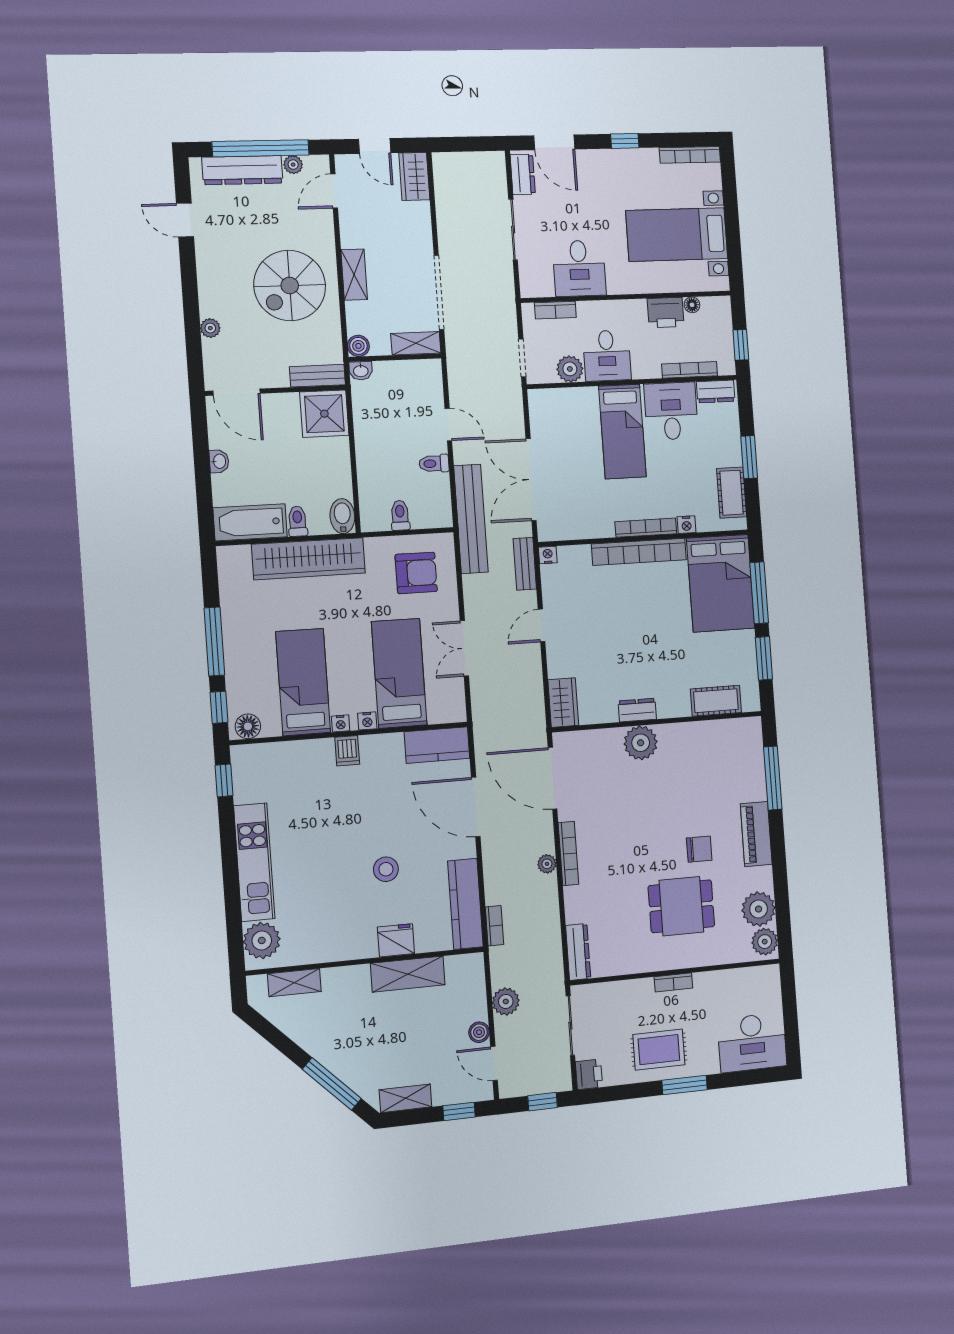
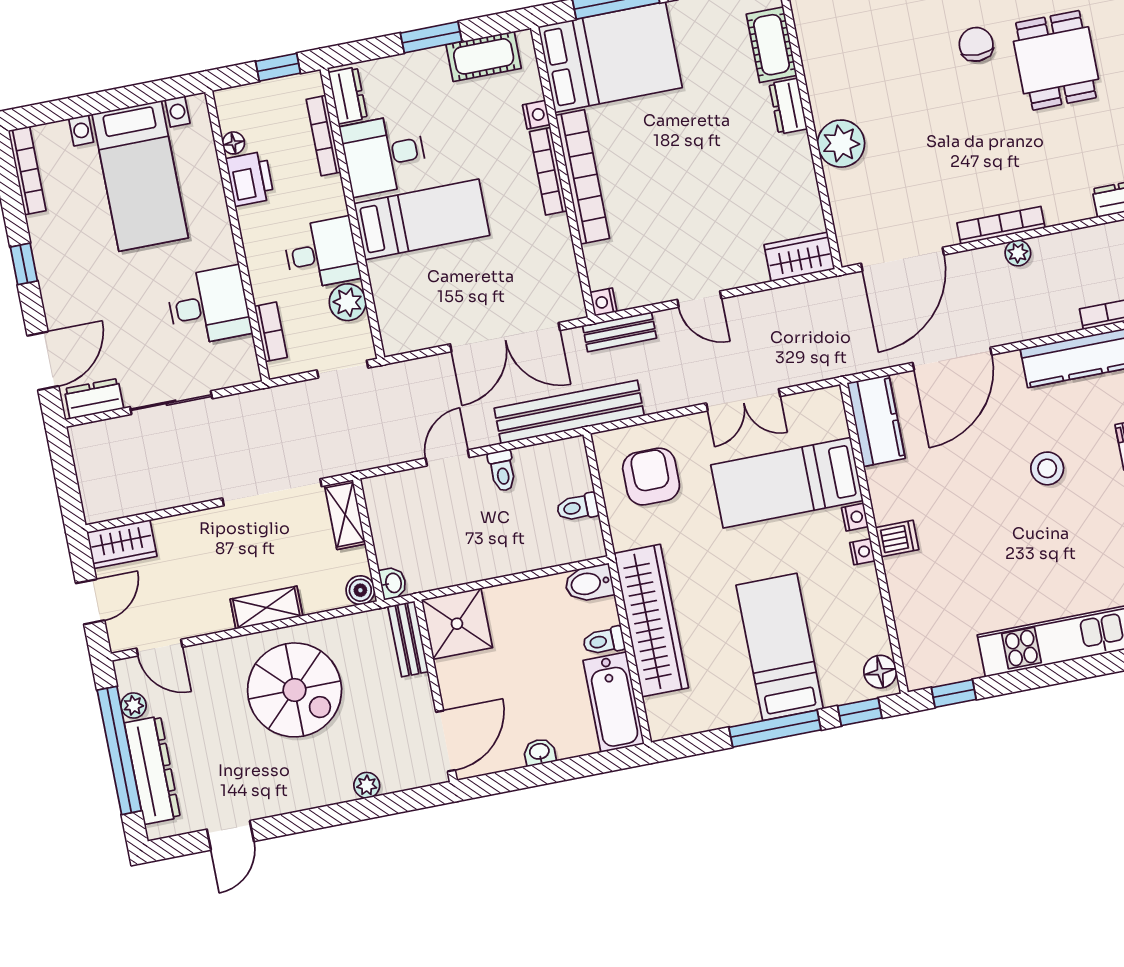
bed: (303, 682) -> (780, 647), moved, turned 90
dresser: (637, 710) -> (788, 106), moved

